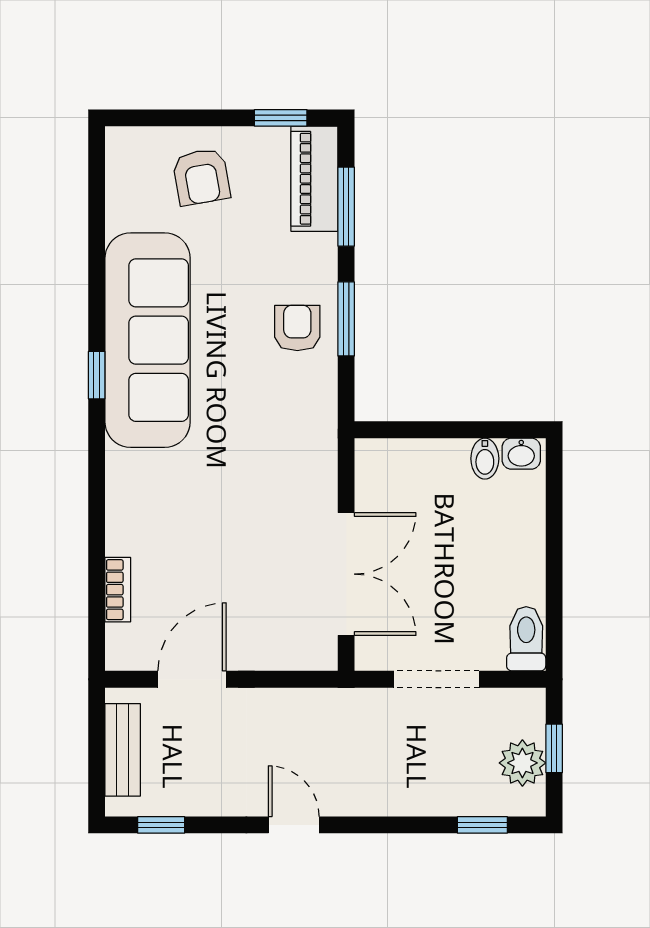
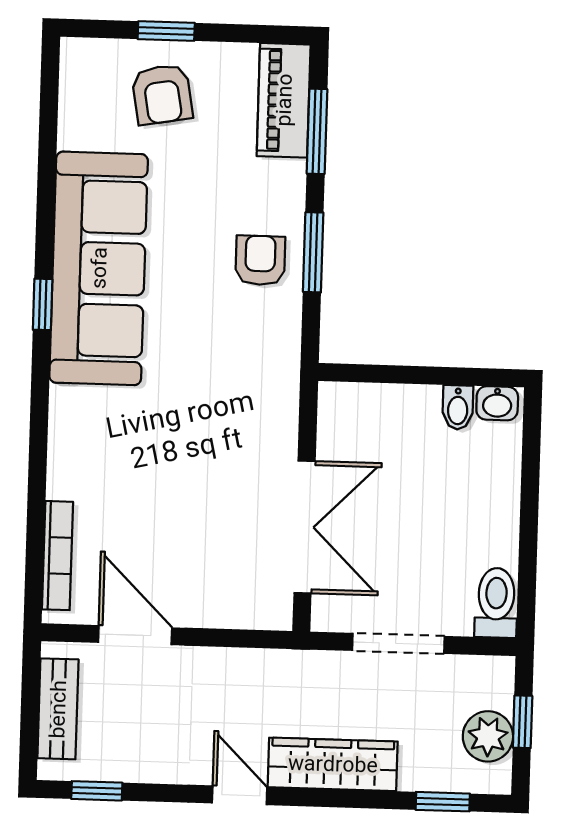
window: (281, 118) -> (166, 31), moved
bookcase: (118, 590) -> (58, 556), width x1.56
door: (192, 679) -> (135, 635), hinge flipped
wardrobe: (379, 793) -> (333, 764), added

